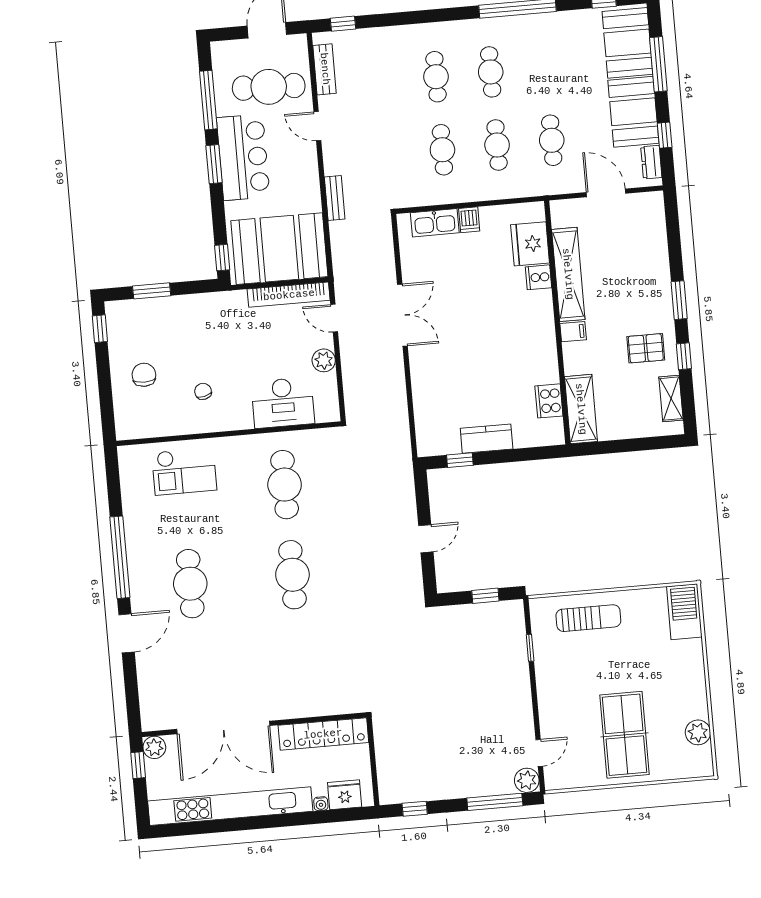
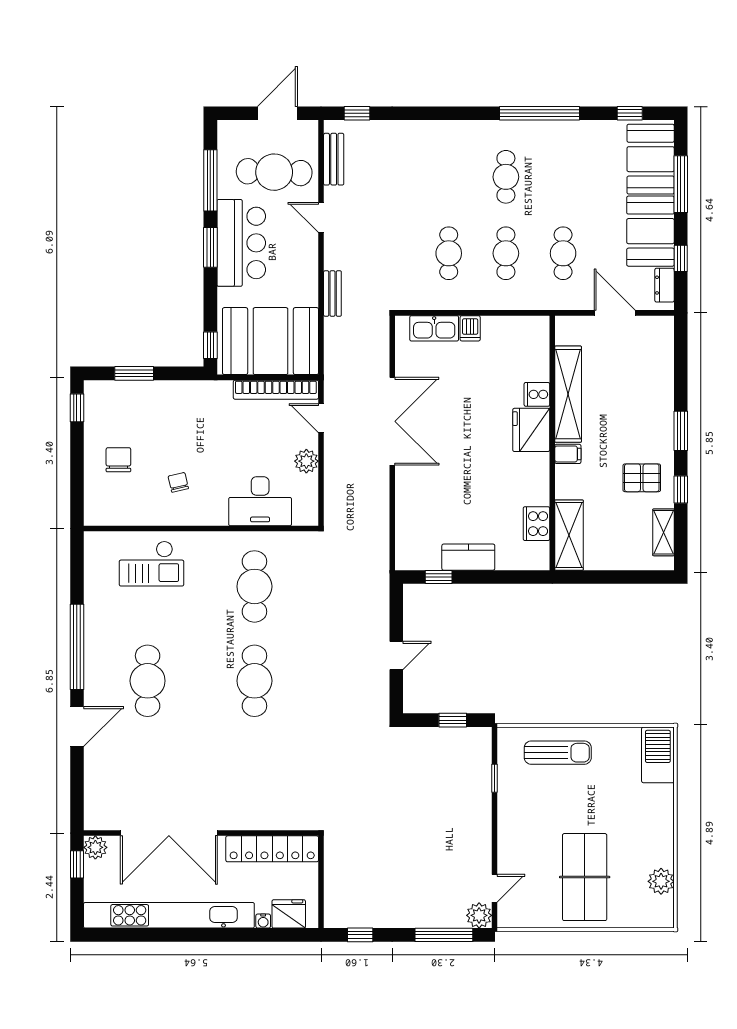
cafe table: (436, 77) -> (449, 177), removed
fridge: (530, 244) -> (531, 430), moved
double door: (402, 315) -> (392, 421), width x1.36

